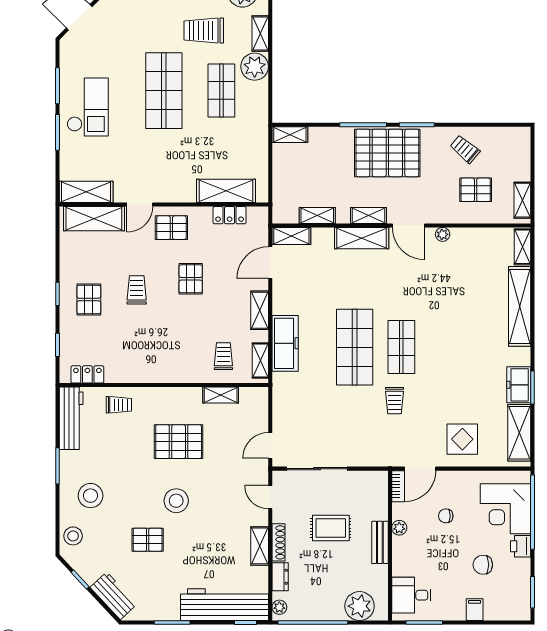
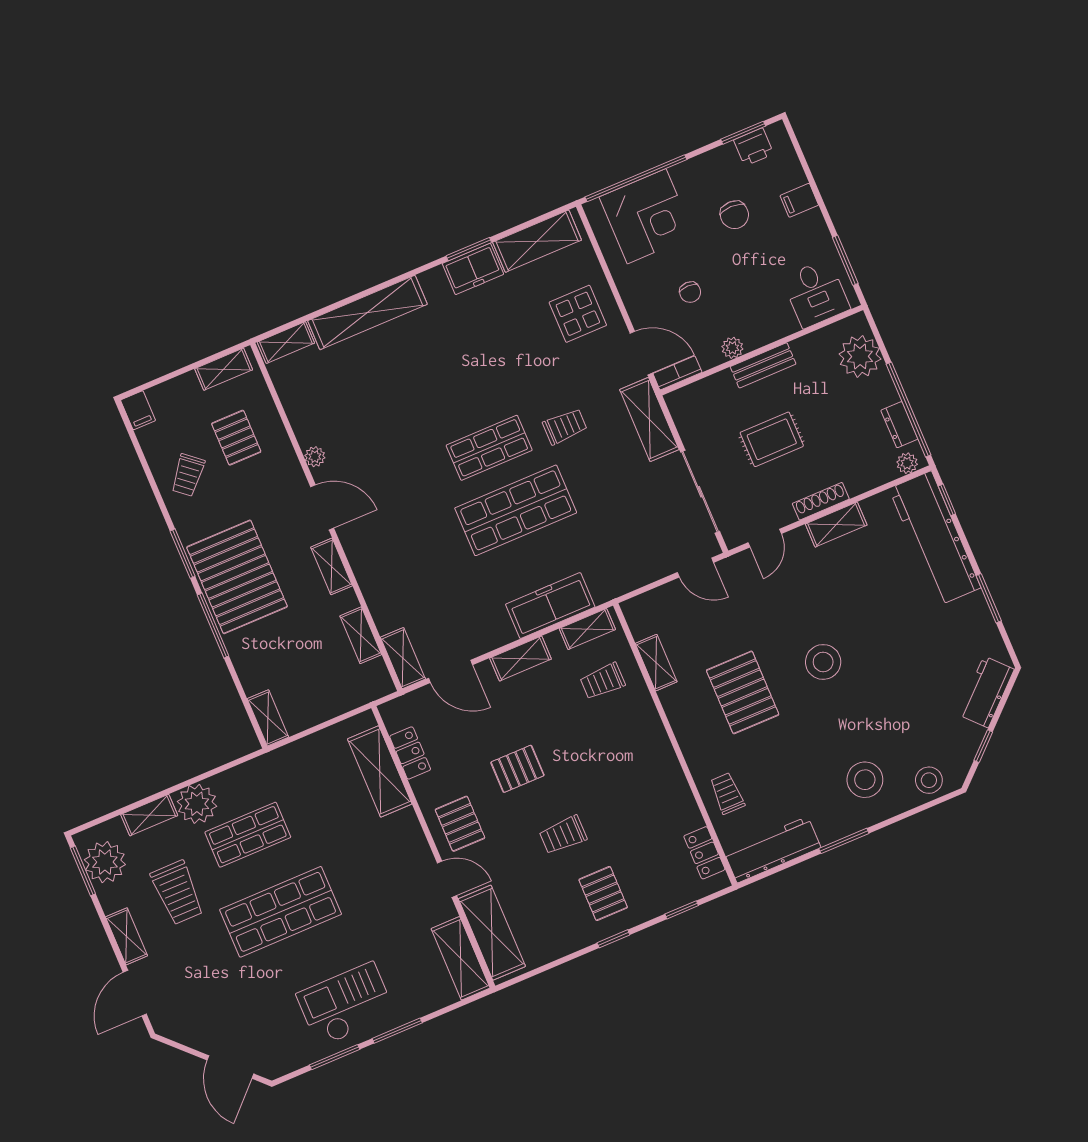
filing cabinet: (519, 135) -> (138, 410), added
door: (408, 225) -> (322, 507), hinge flipped
shelving: (362, 238) -> (649, 419), moved
pallet: (89, 300) -> (603, 893), turned 90
rug: (331, 528) -> (772, 439), turned 90
pallet: (148, 540) -> (892, 678), removed
printer: (521, 546) -> (754, 147), moved
dresser: (280, 577) -> (899, 425), moved, turned -90

